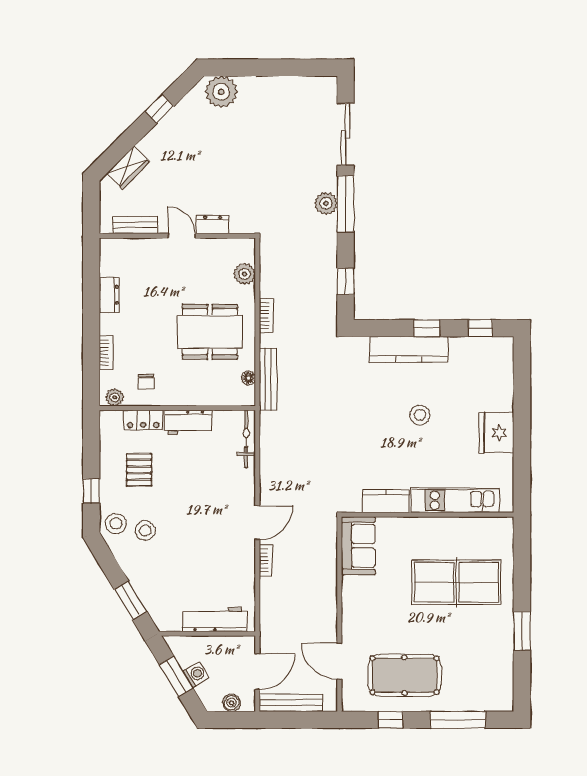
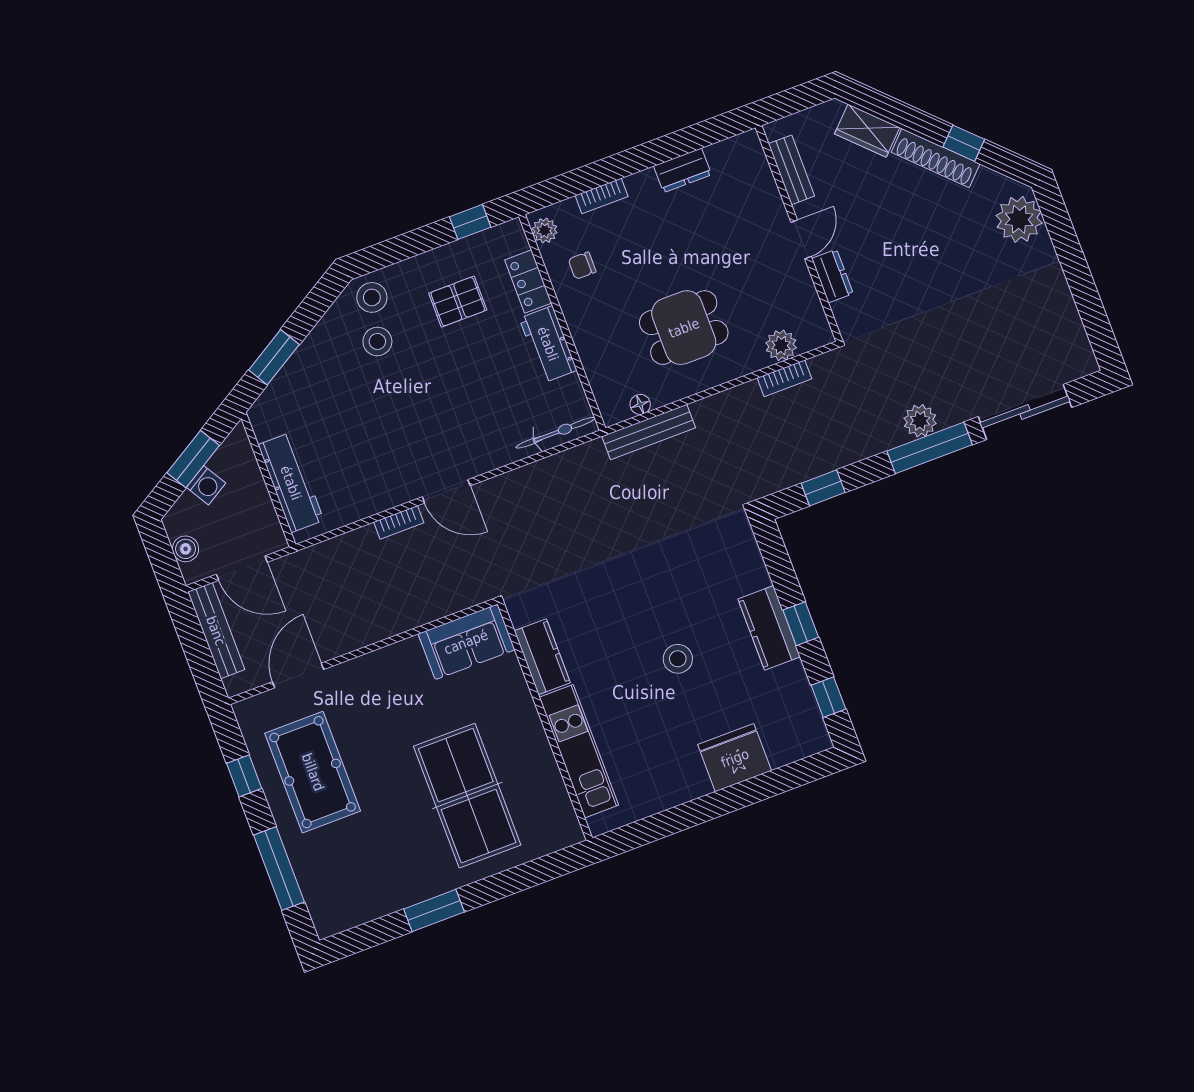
shoe rack: (162, 130) -> (936, 158), added
bookcase: (266, 316) -> (784, 378), moved
dining table: (210, 332) -> (684, 328), width x0.73
kitchen counter: (409, 349) -> (769, 628), width x0.67
fridge: (496, 433) -> (735, 758), moved
window: (91, 491) -> (470, 222), moved

